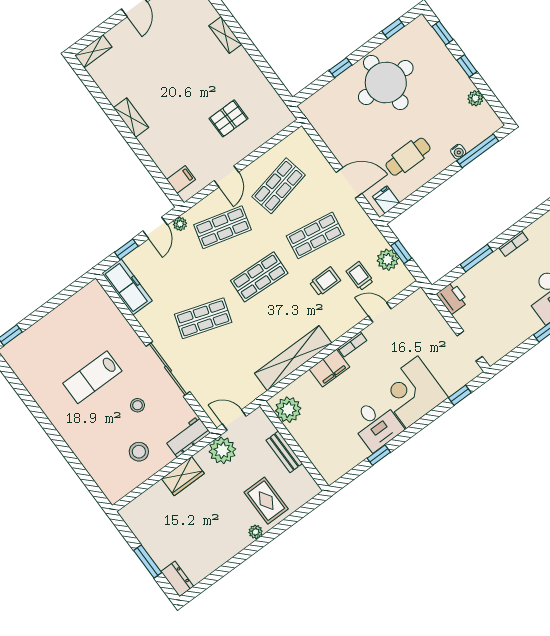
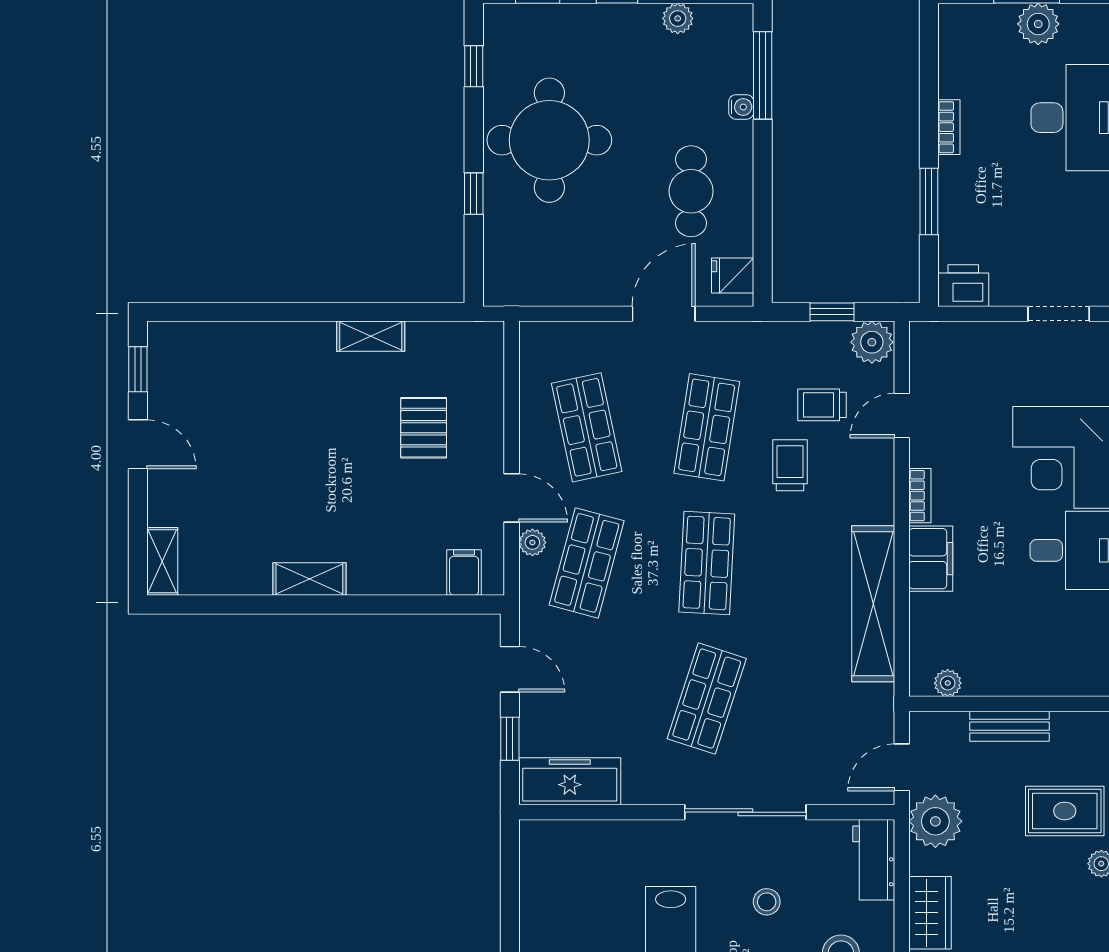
shelving: (225, 35) -> (371, 336), moved
plant: (180, 224) -> (532, 542), moved
plant: (388, 260) -> (872, 342), moved
plant: (288, 410) -> (948, 683), width x0.53, depth x0.53

